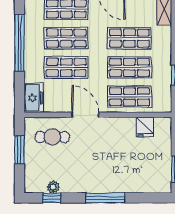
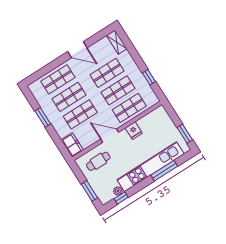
window: (19, 43) -> (43, 117), width x0.47
fridge: (145, 127) -> (134, 131), moved
window: (19, 150) -> (89, 191), moved
kitchen unit: (110, 183) -> (151, 167), added
window: (105, 198) -> (164, 171), moved

